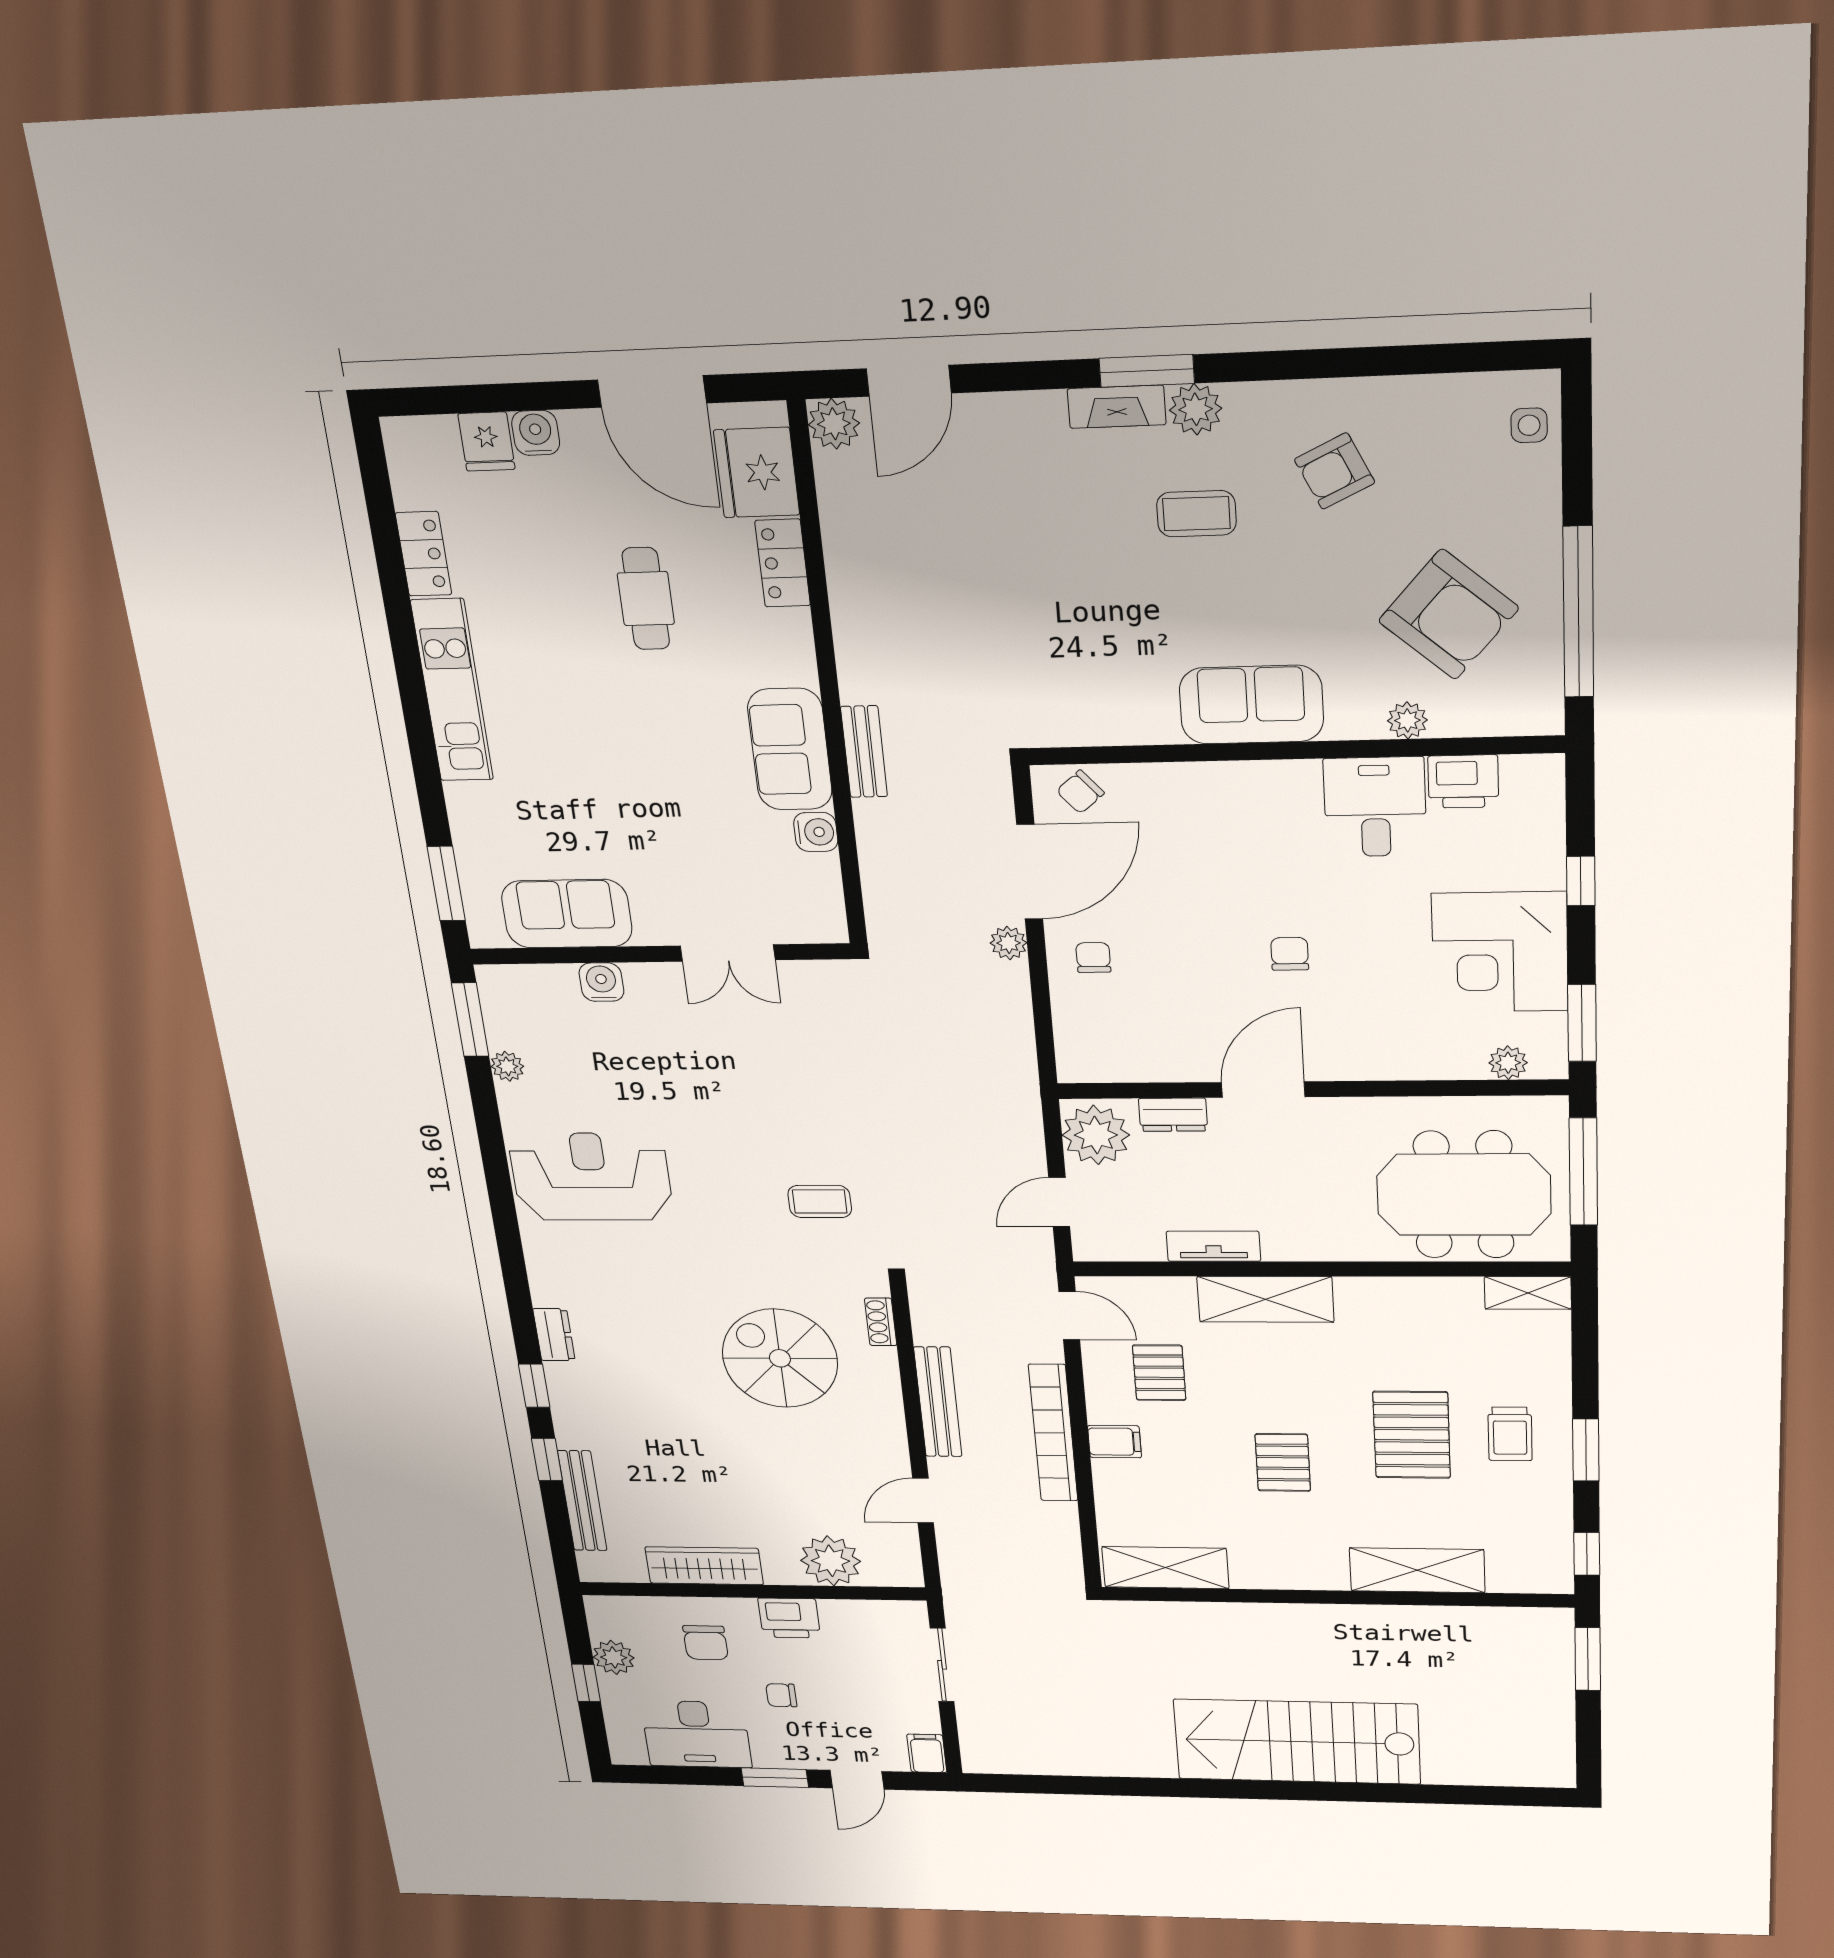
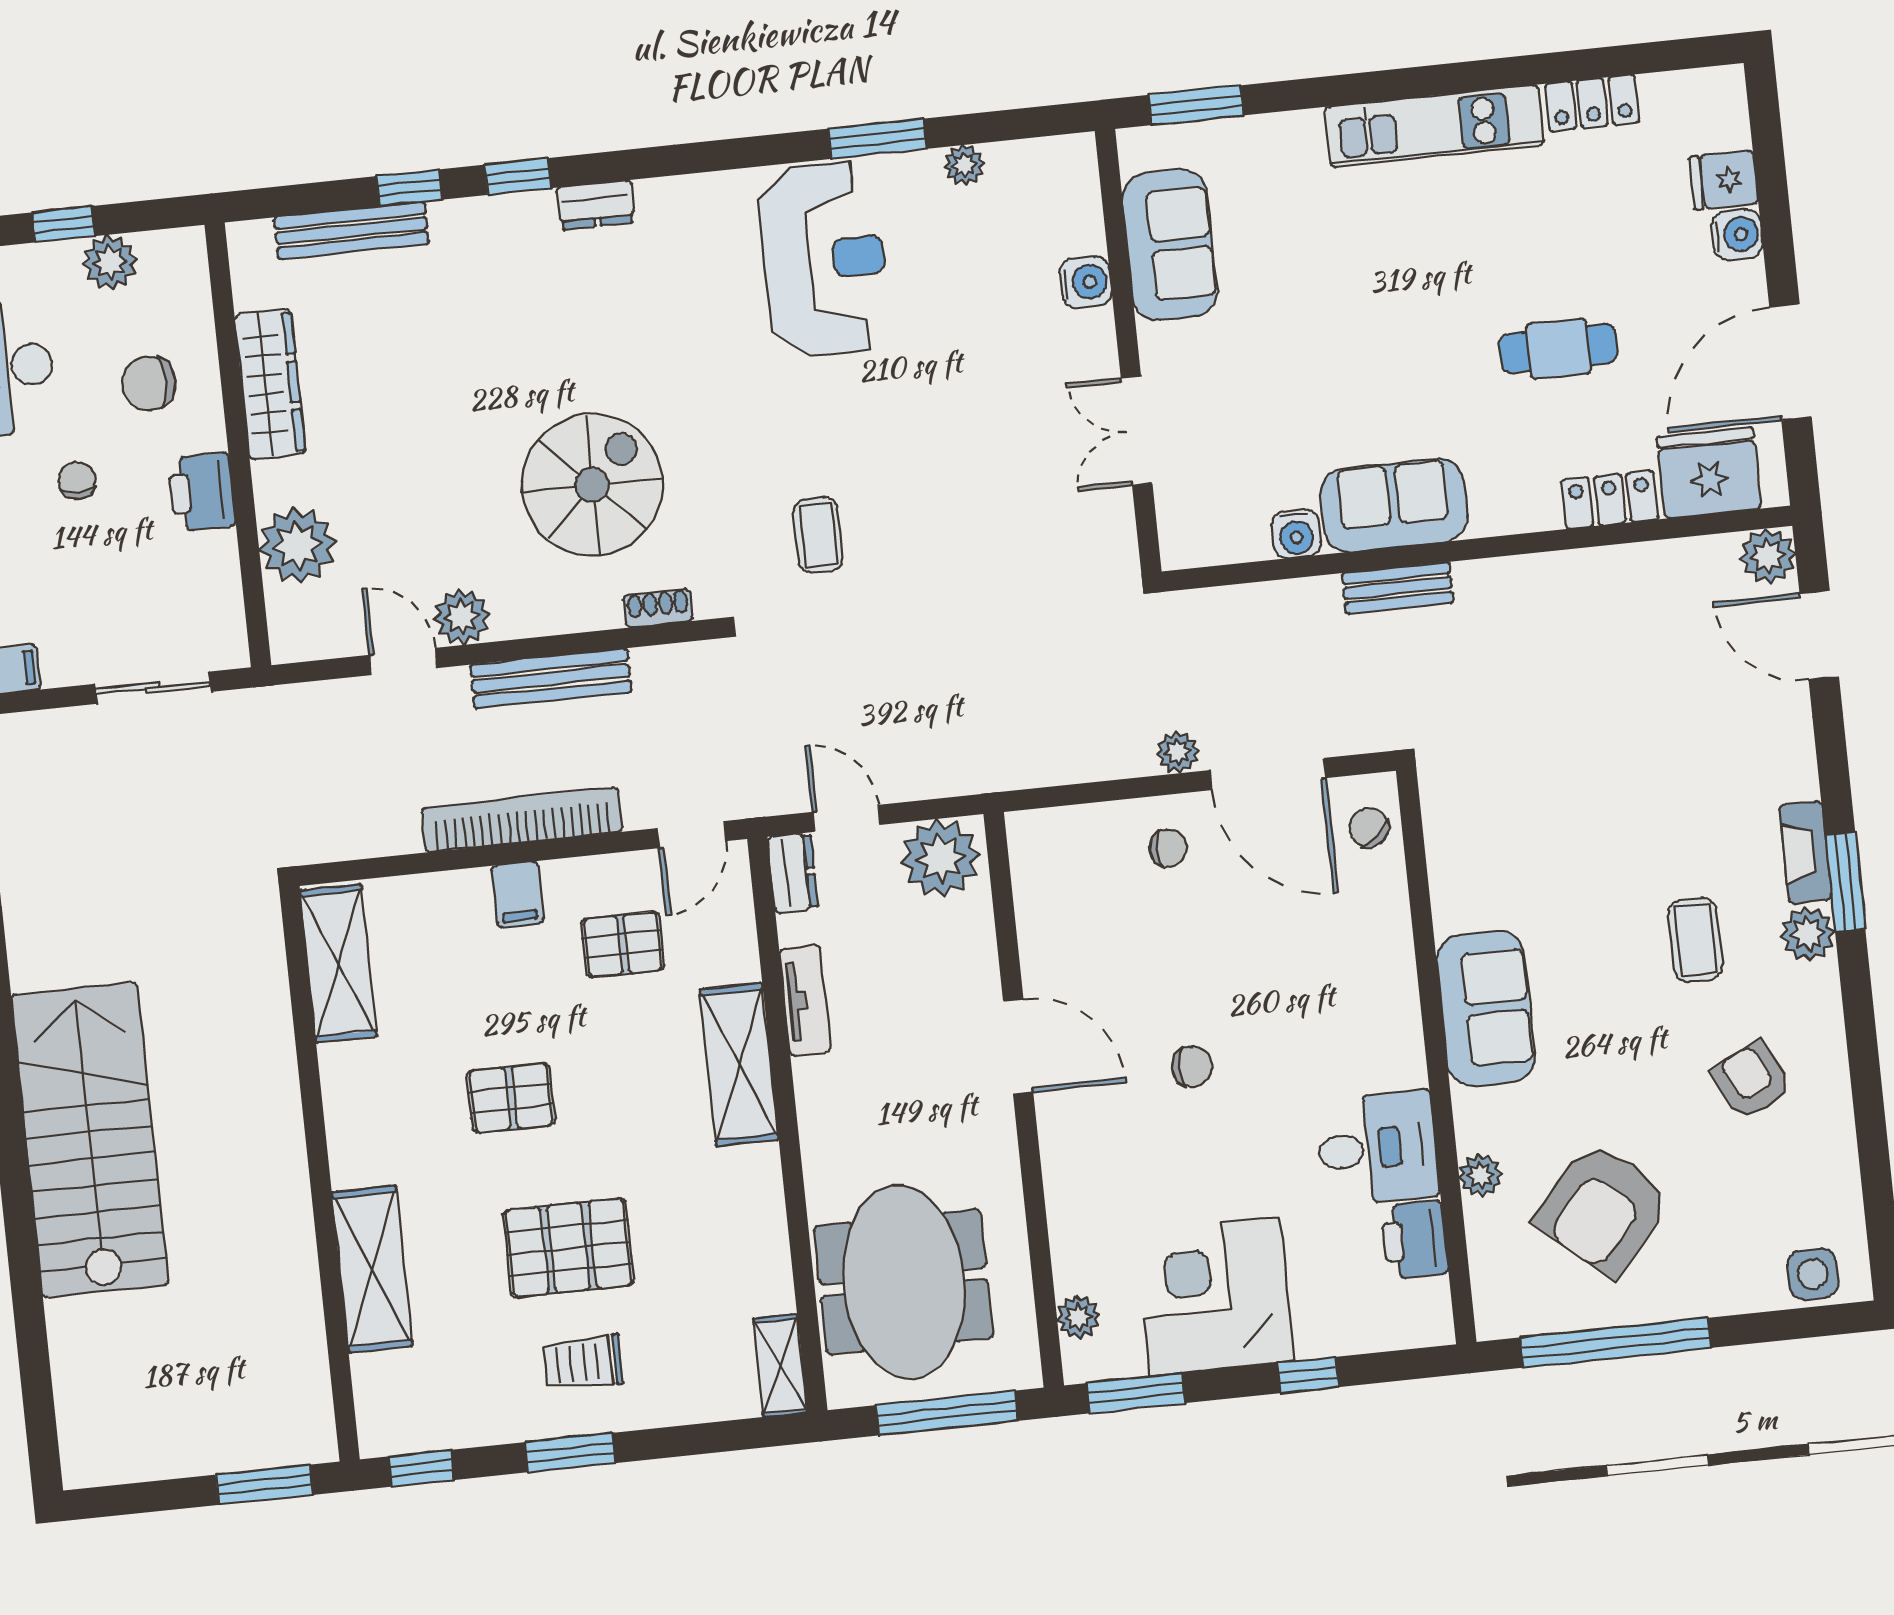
side table: (1529, 425) -> (1813, 1274), width x1.37, depth x1.37
window: (470, 1020) -> (877, 139), moved
dresser: (1173, 1115) -> (793, 873), moved, turned 180
plant: (887, 1458) -> (462, 617), added

